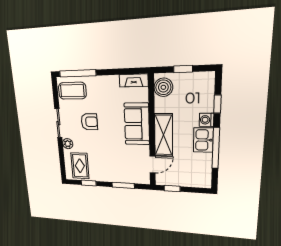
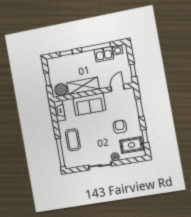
coffee table: (72, 91) -> (73, 140), moved
washing machine: (206, 120) -> (118, 50), moved
armchair: (89, 122) -> (120, 127), moved
shelving: (164, 135) -> (83, 86), moved
kitchen sink: (203, 140) -> (104, 54), moved
door: (153, 164) -> (117, 88), hinge flipped

